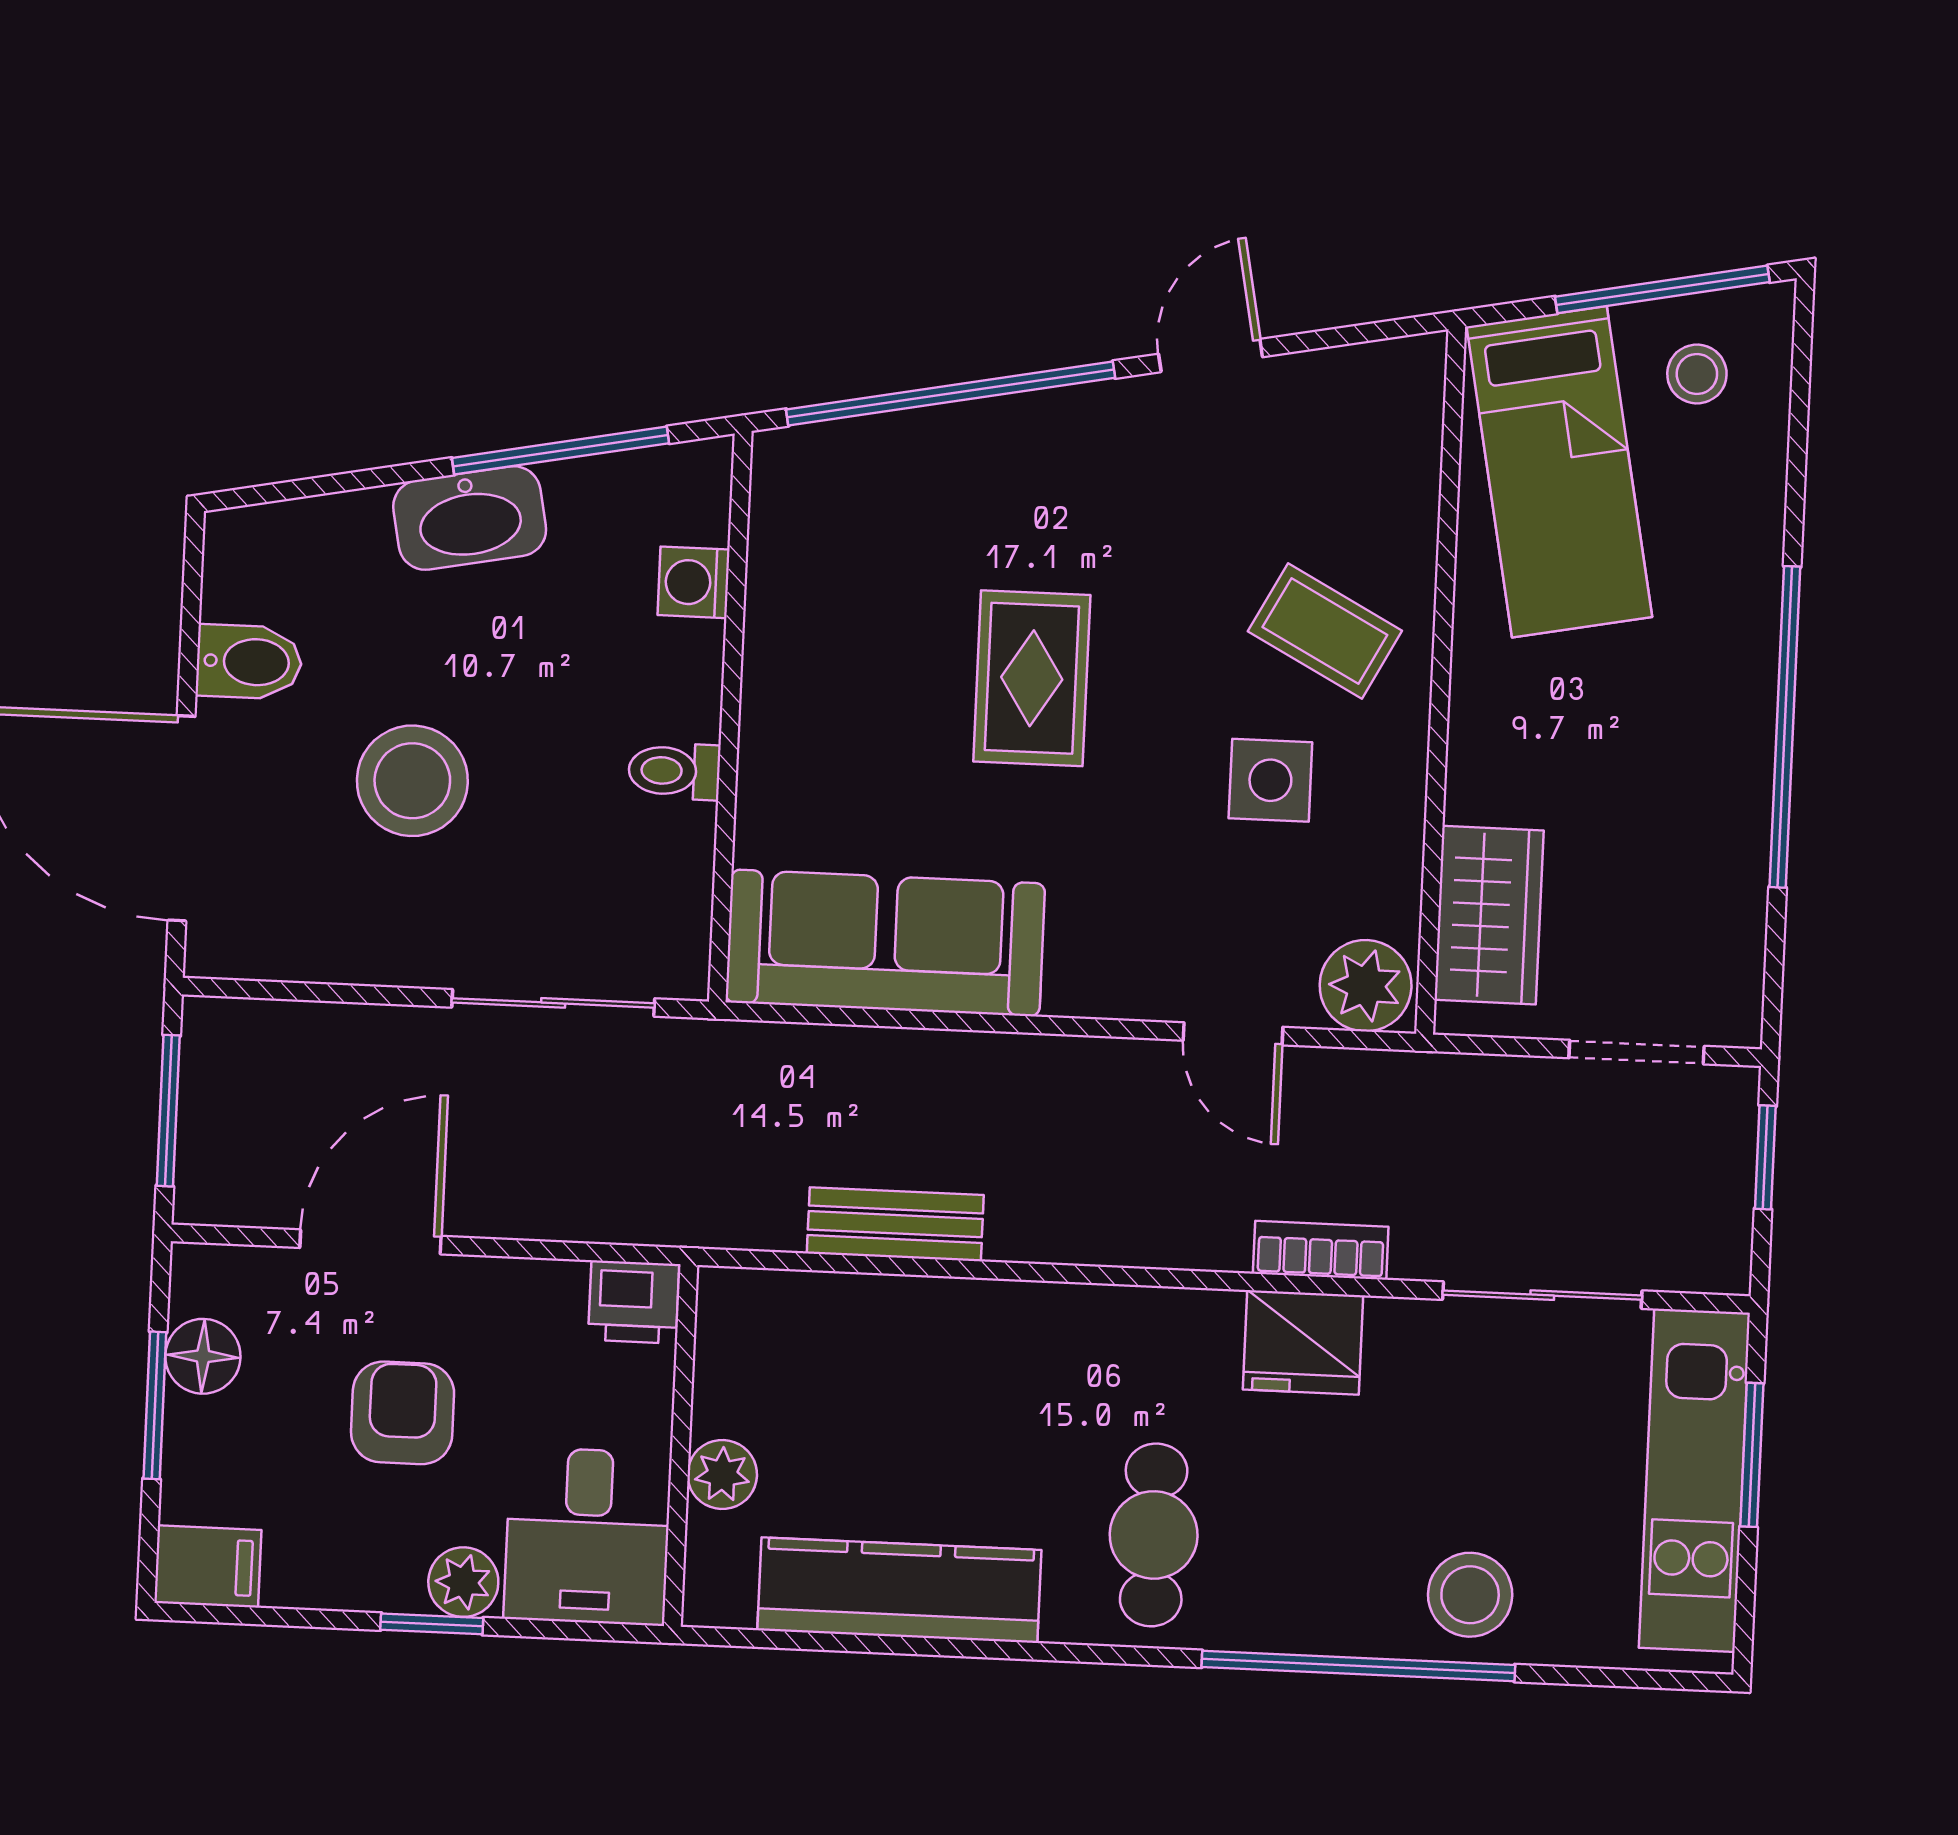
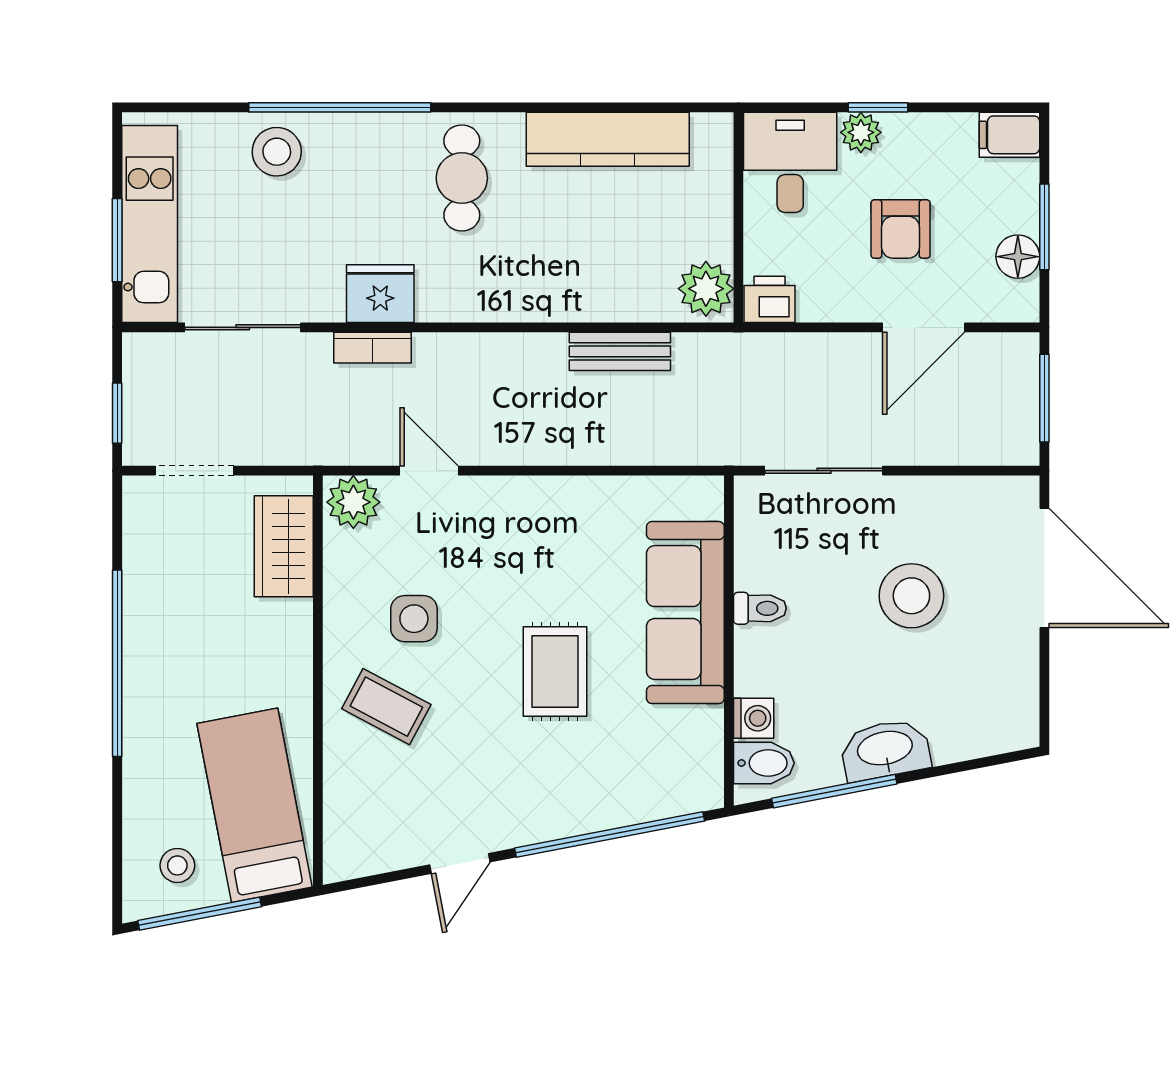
bidet: (249, 662) -> (764, 763), moved, turned 180
sofa: (885, 943) -> (685, 613), moved, turned 90
plant: (722, 1475) -> (706, 289), moved, width x1.38, depth x1.38

